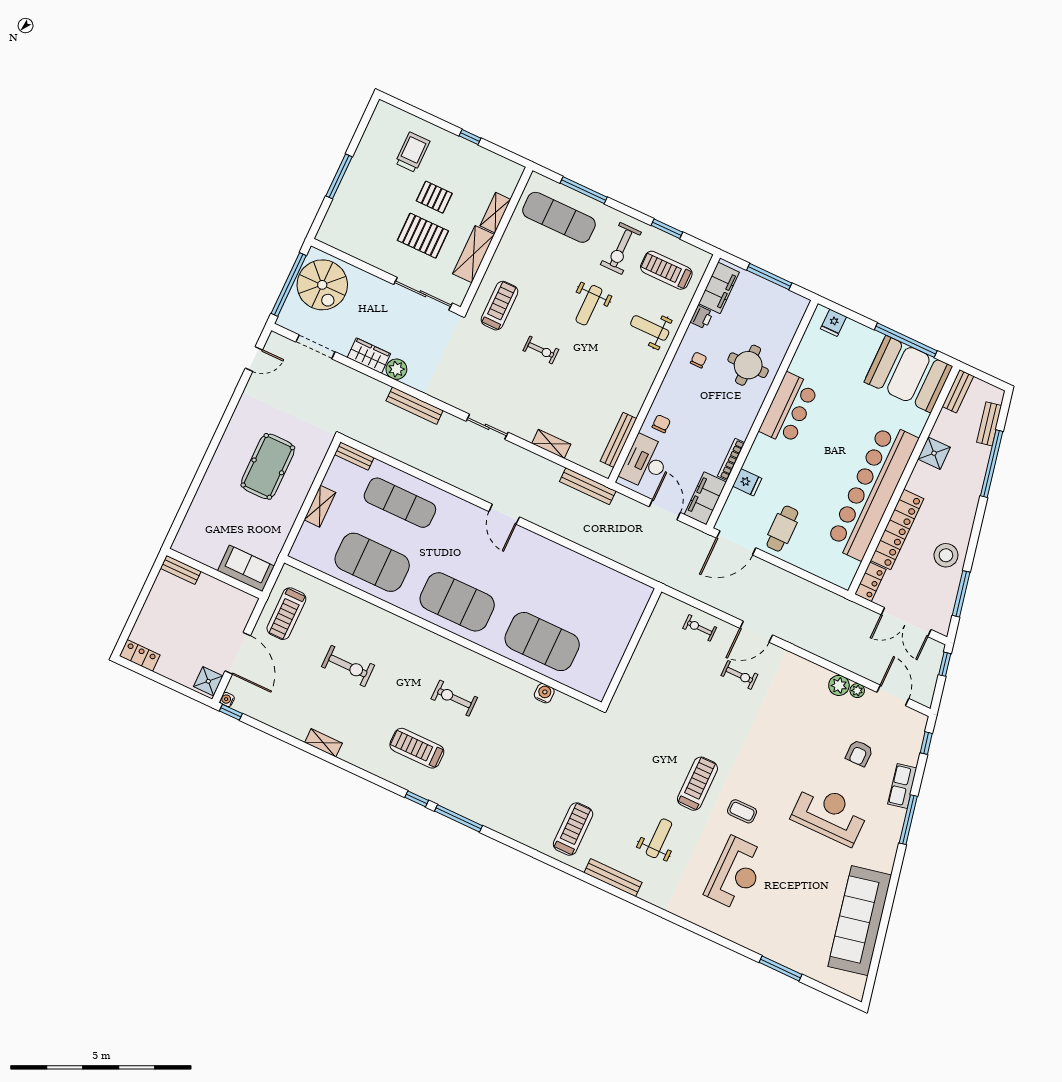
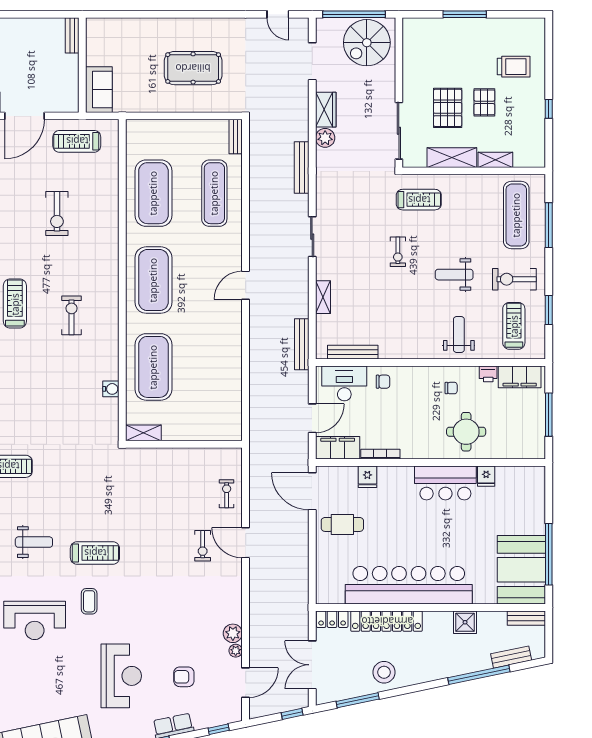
fridge: (833, 323) -> (486, 476), moved, turned -90
shelving: (320, 506) -> (143, 433), moved

